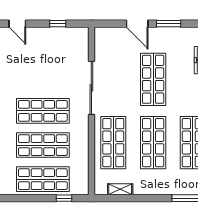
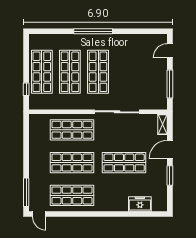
window: (58, 24) -> (170, 84), width x2.17
shelving: (120, 189) -> (163, 124), moved

